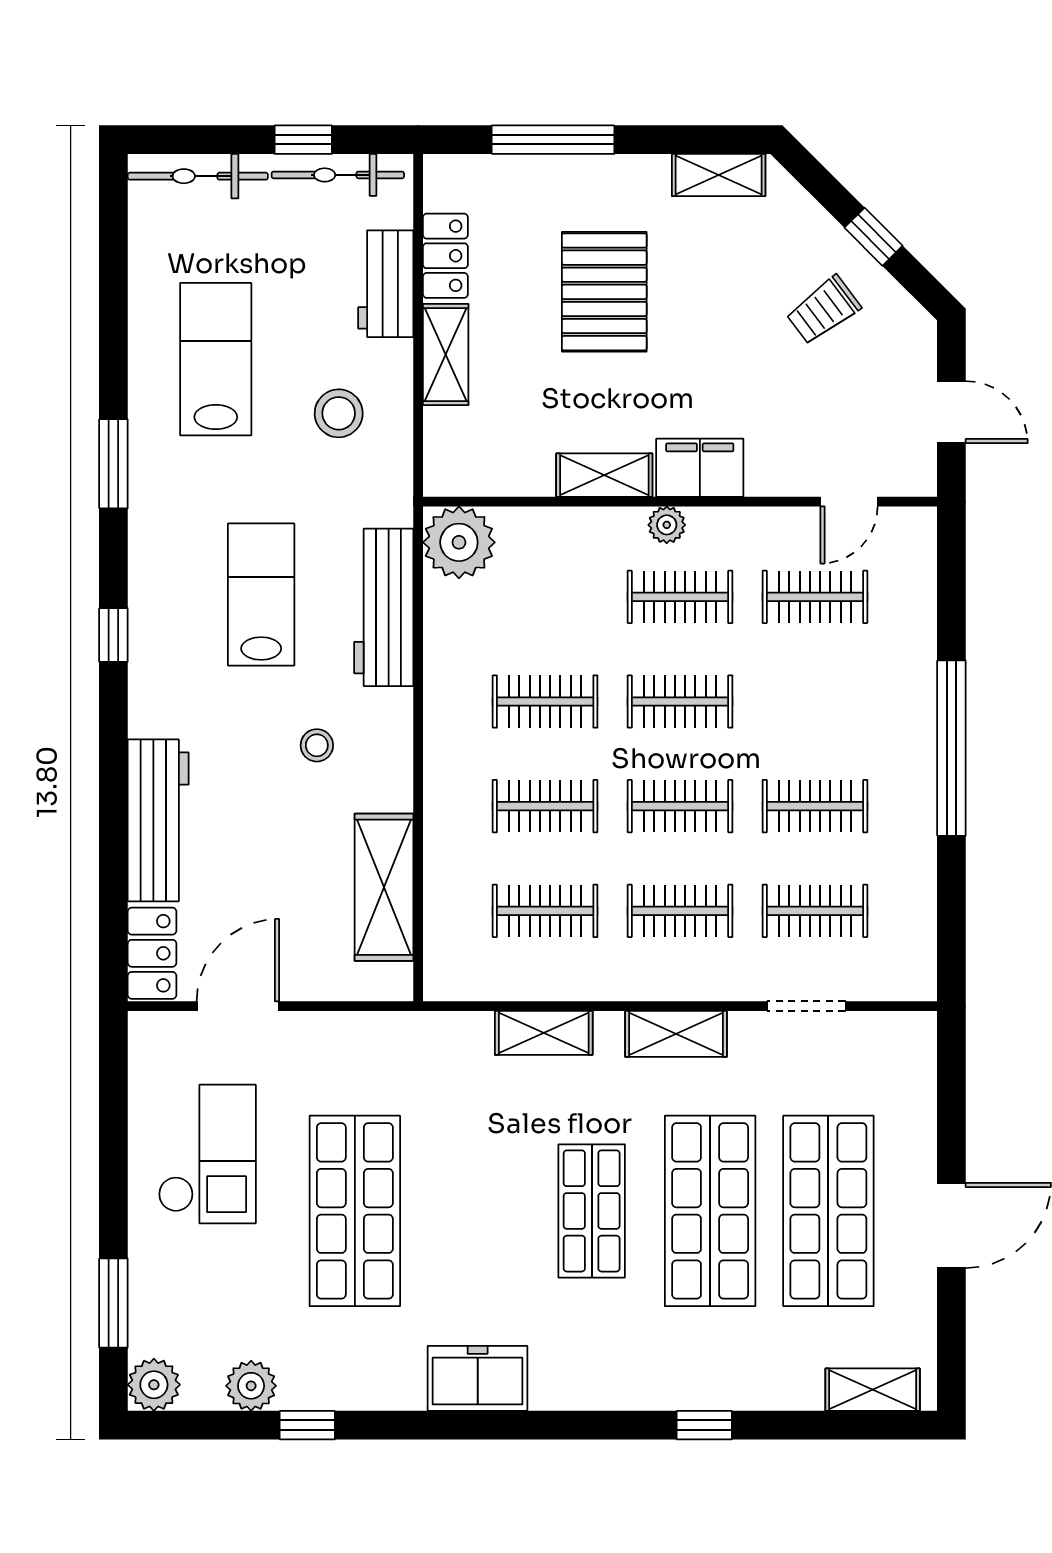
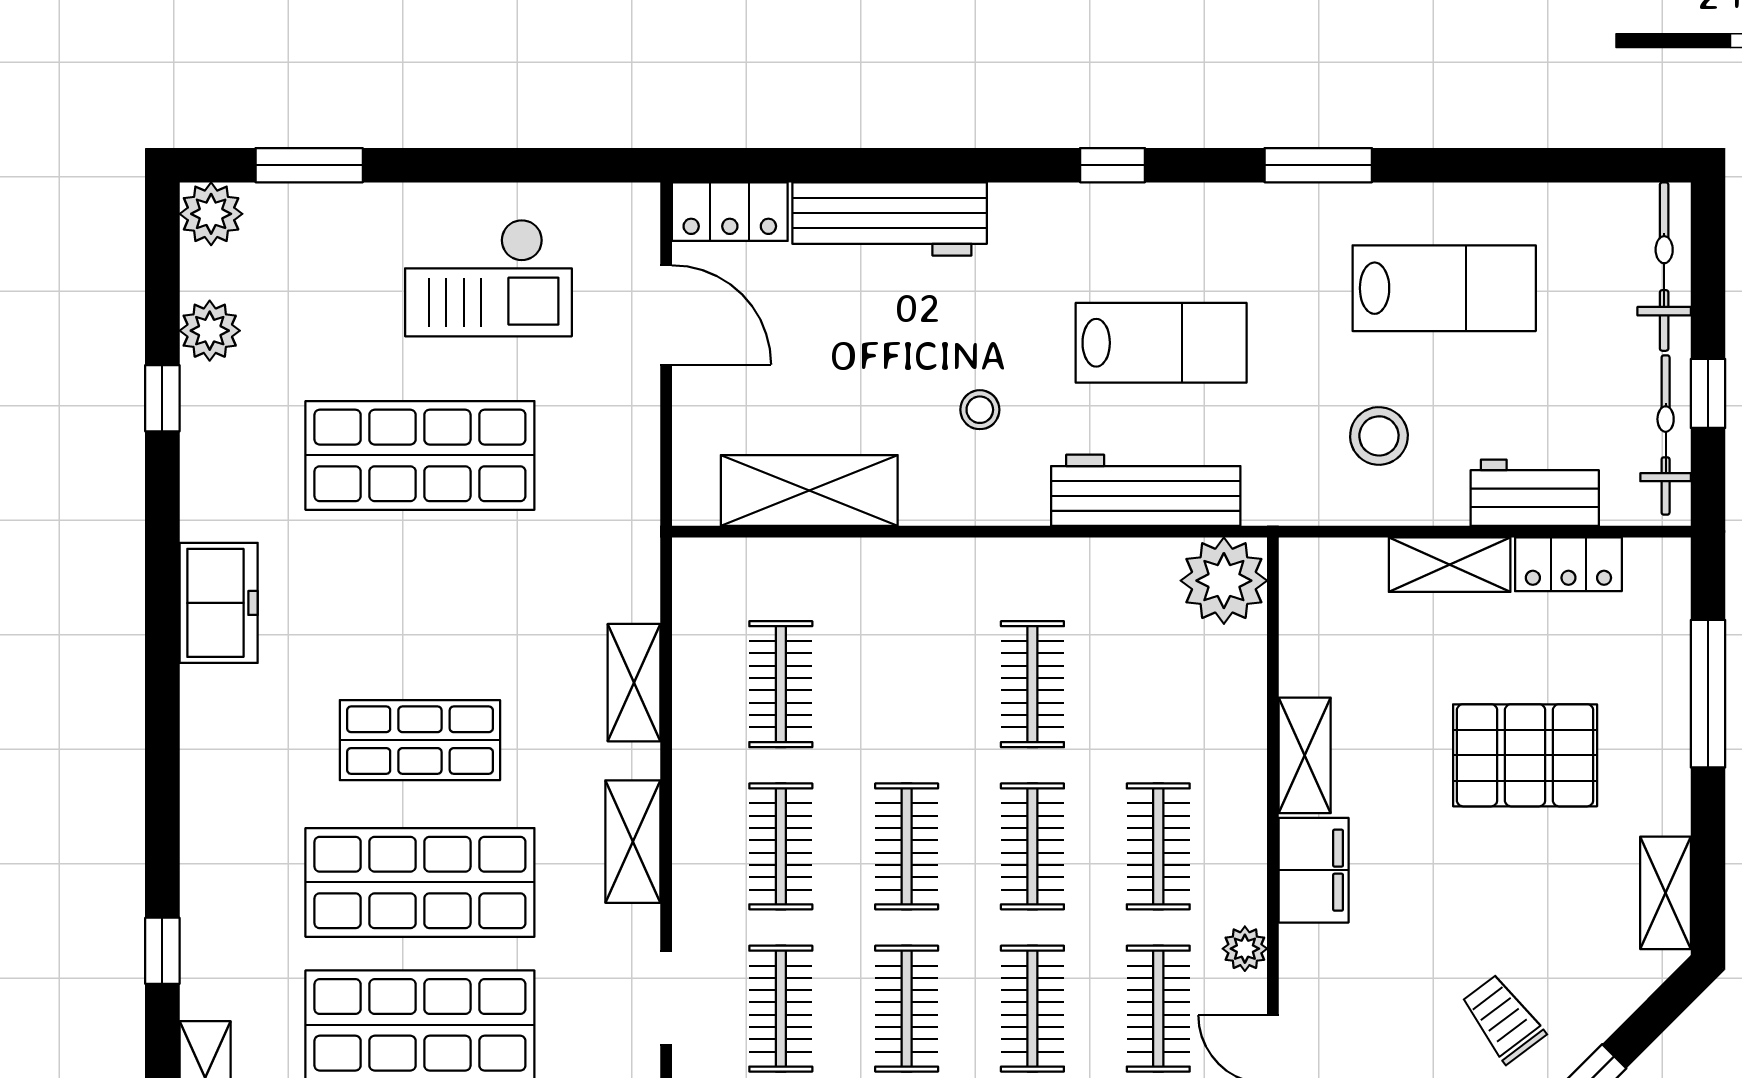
plant: (667, 525) -> (1245, 949), moved
clothes rail: (545, 806) -> (1032, 1009), moved
window: (704, 1425) -> (162, 951), moved

